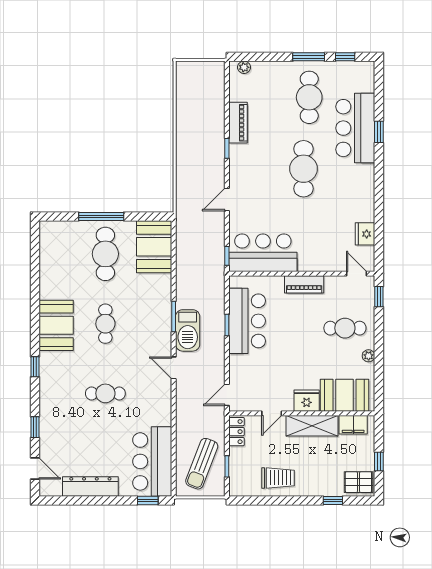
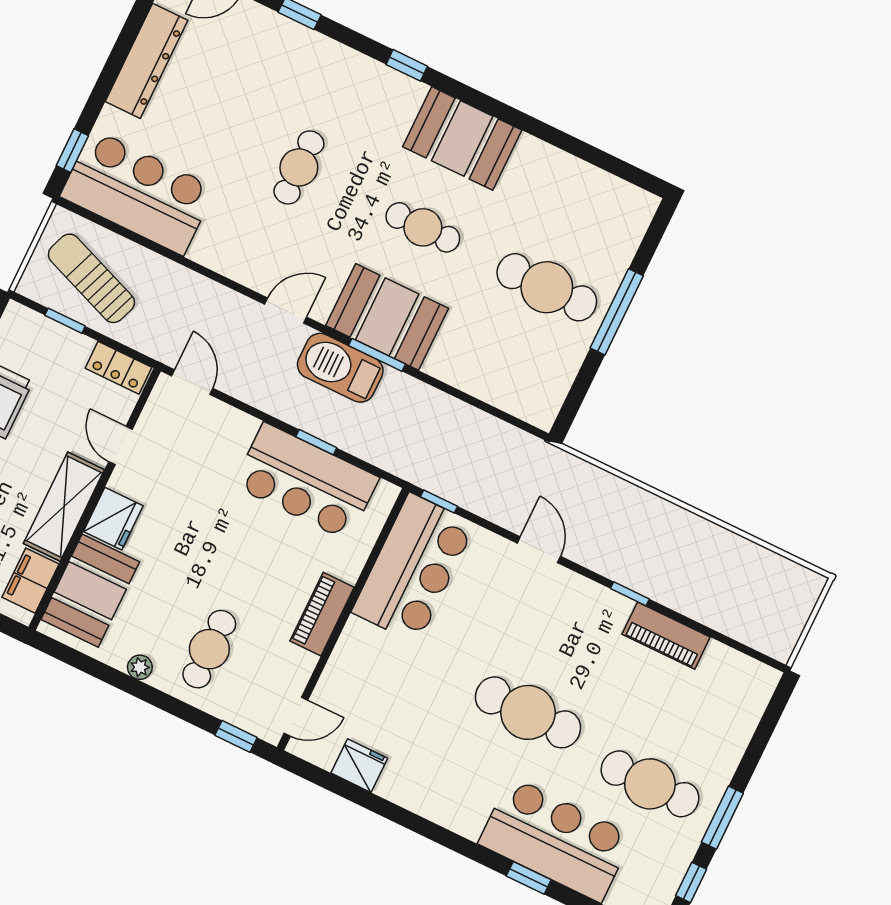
plant: (244, 67) -> (759, 694), removed
booth: (154, 247) -> (387, 317), moved

